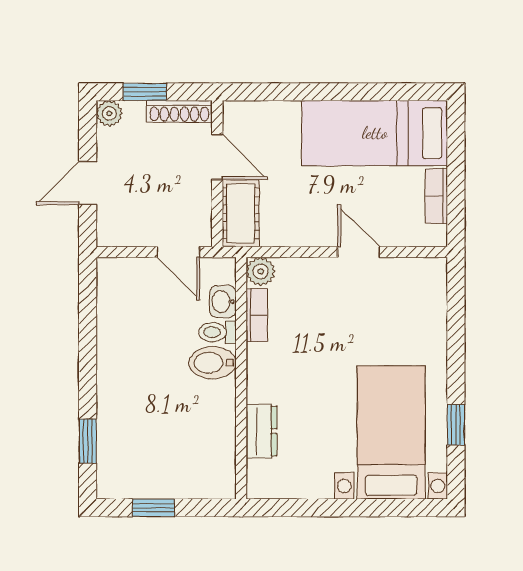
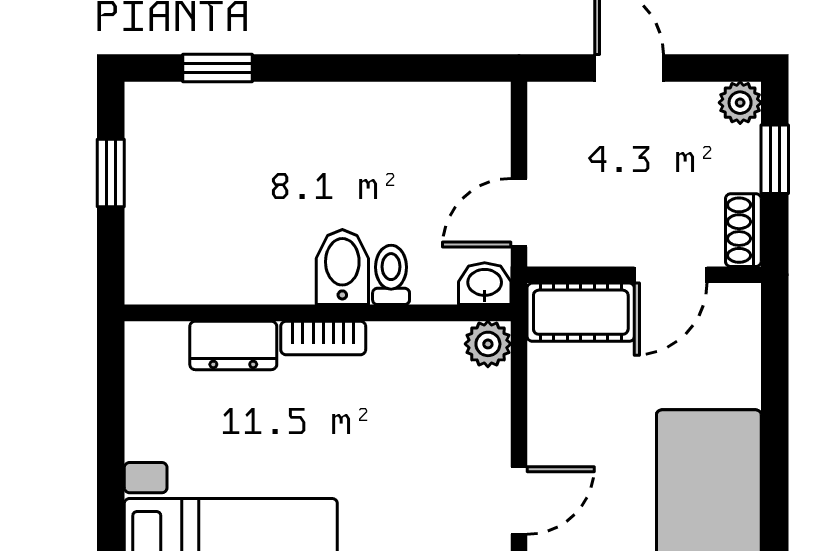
shoe rack: (179, 111) -> (743, 230), width x0.70
washbasin: (223, 302) -> (485, 284), moved
bookcase: (257, 315) -> (323, 338), moved

